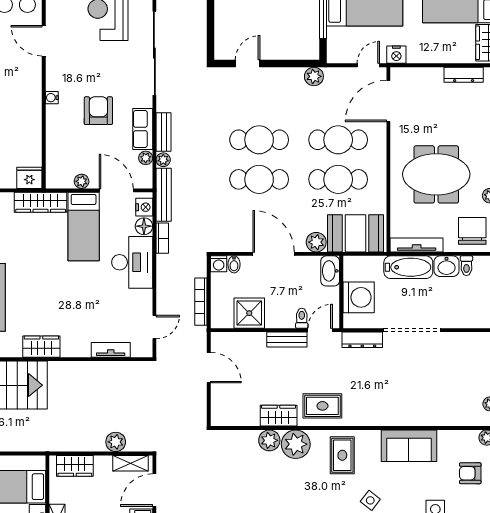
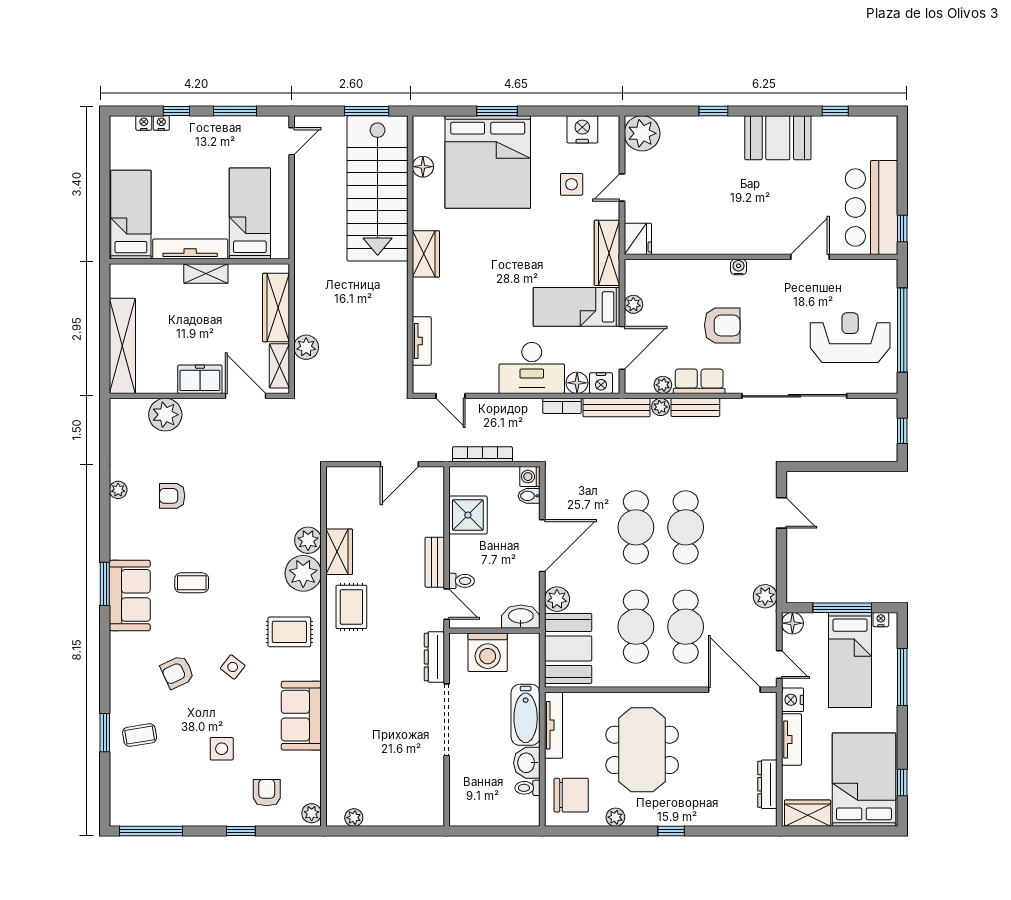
floor lamp: (335, 55) -> (792, 623), added
tv unit: (428, 56) -> (791, 739), added
wardrobe: (75, 466) -> (276, 307), width x1.50

